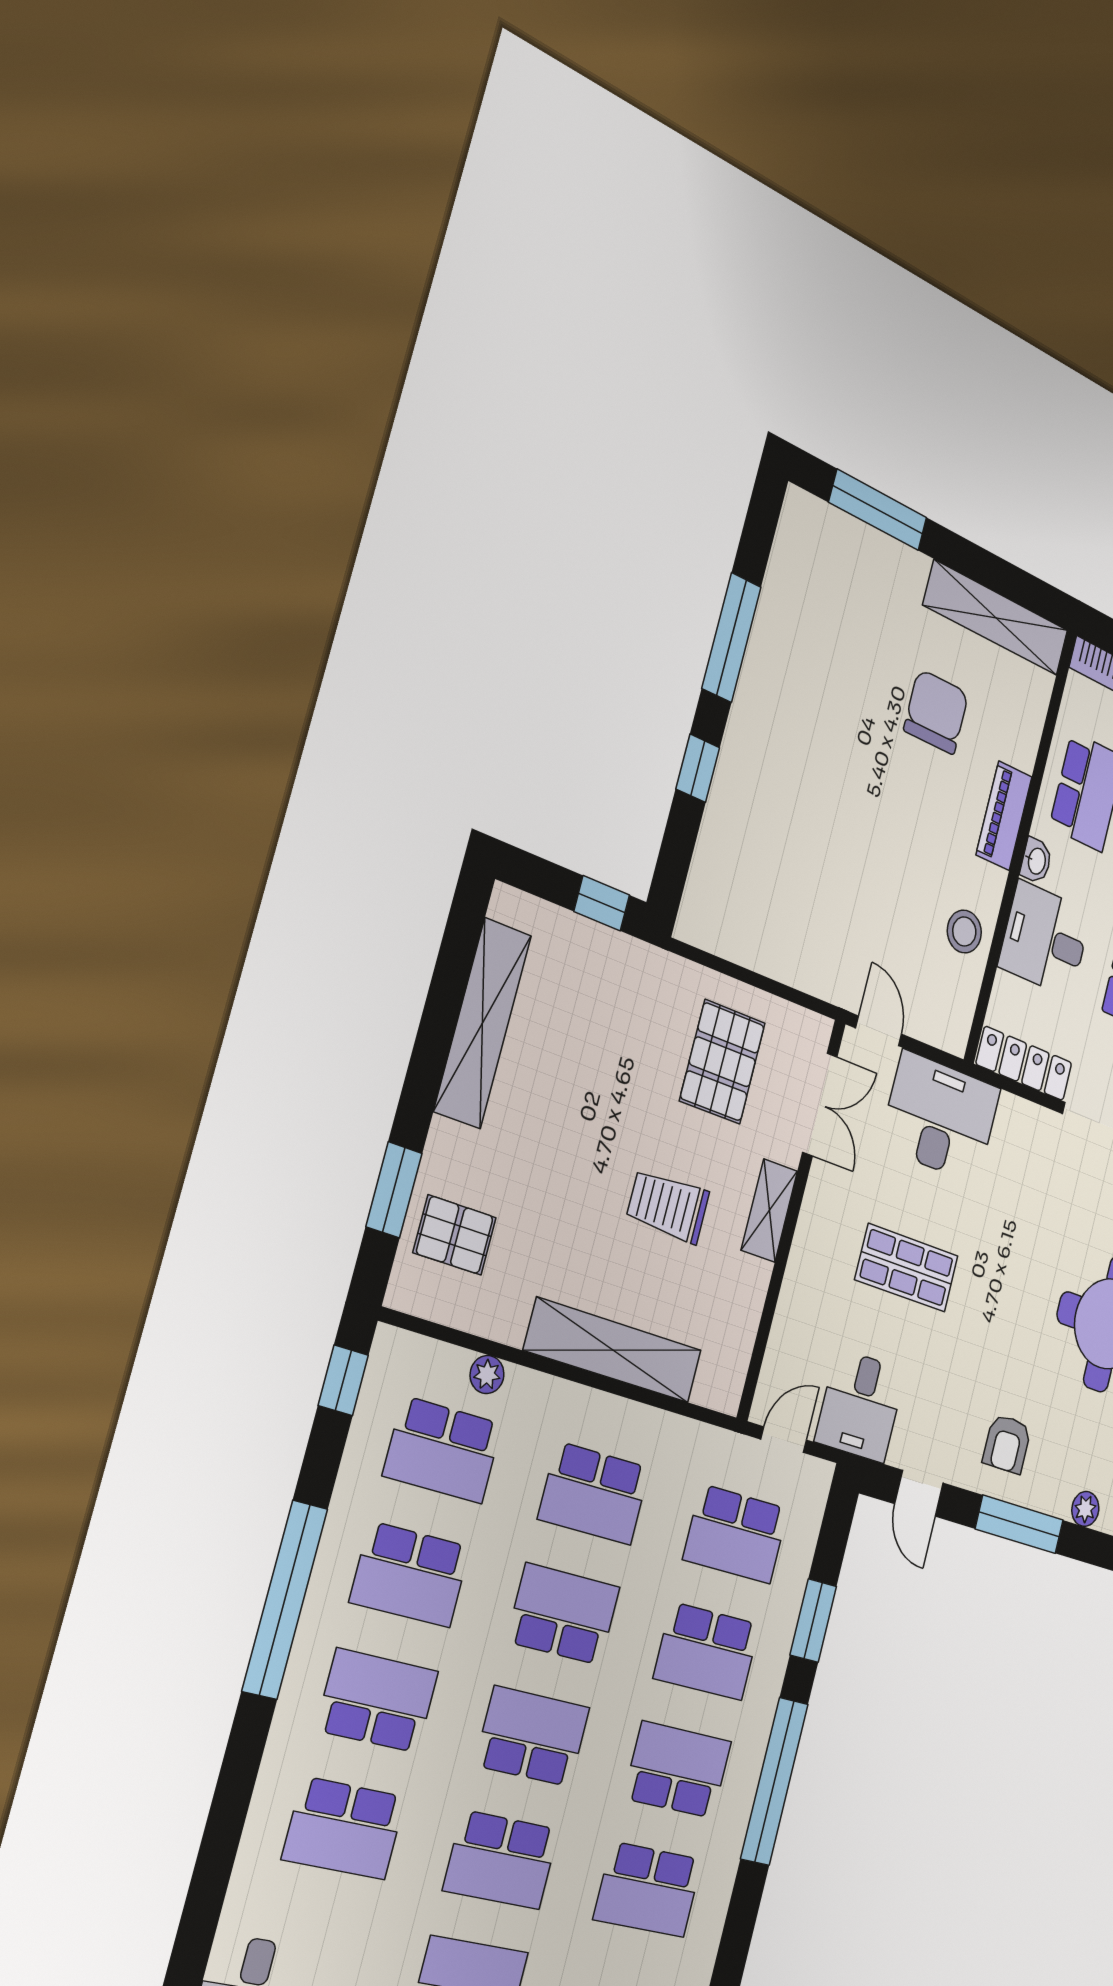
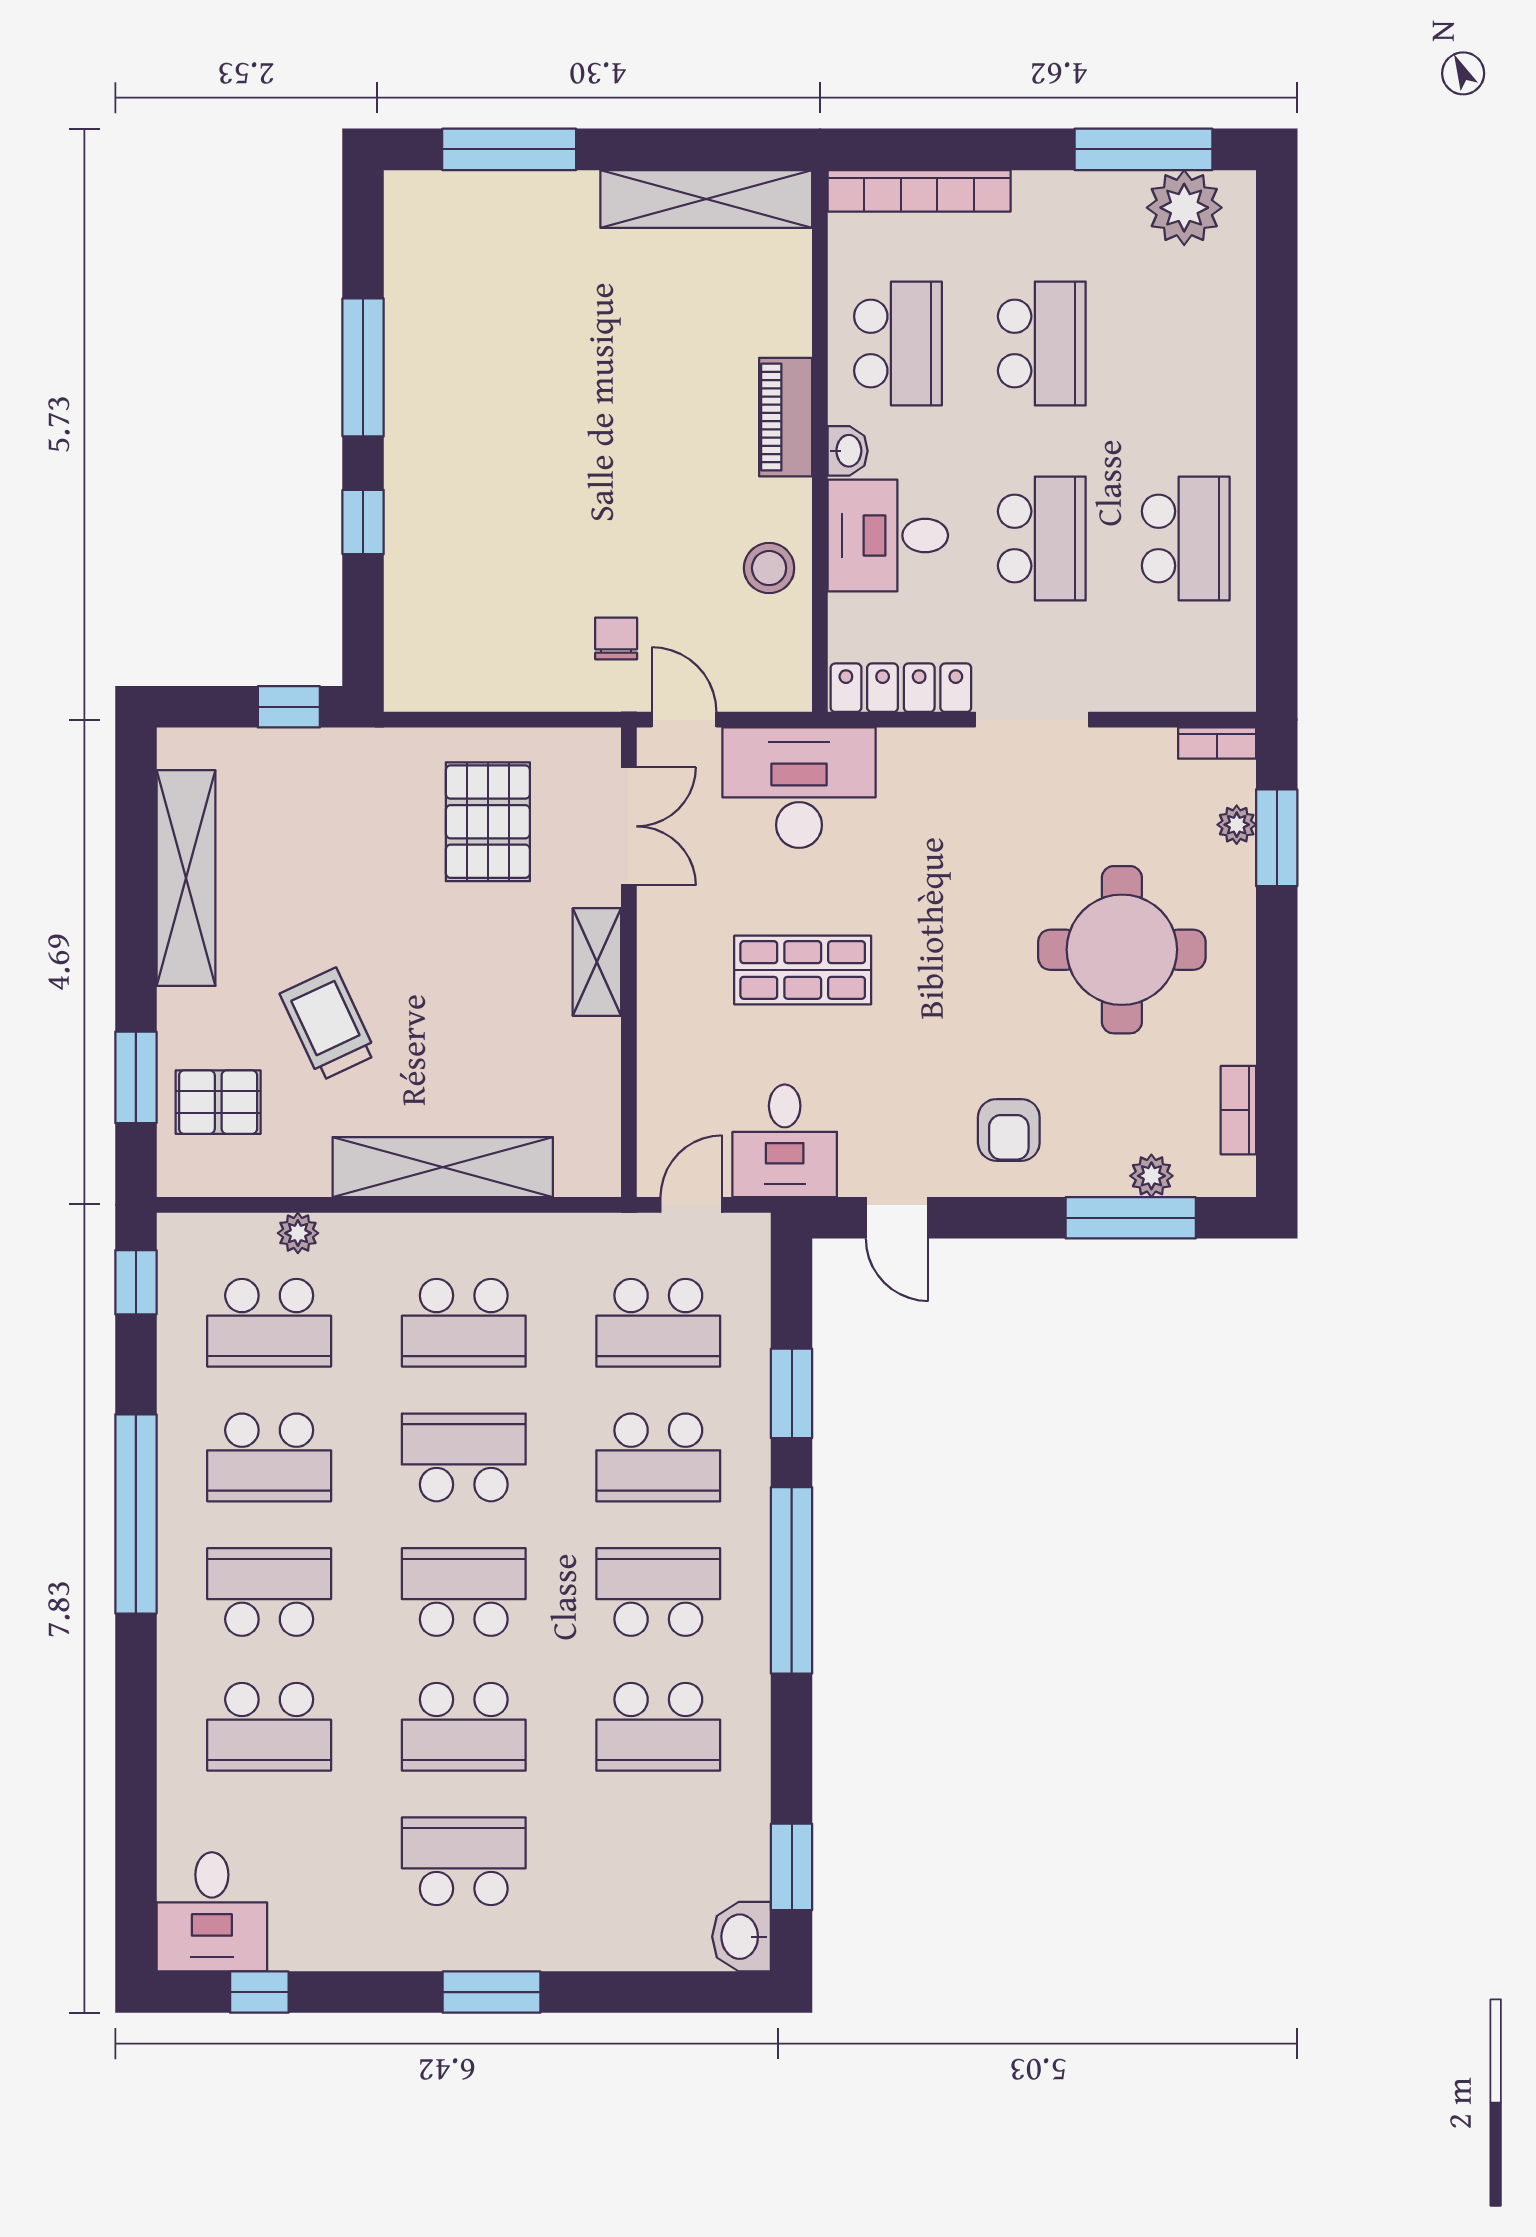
chair: (936, 712) -> (616, 638), moved, width x0.54, depth x0.54
trolley: (668, 1206) -> (328, 1024), moved, turned 65
window: (1019, 1524) -> (1131, 1218), moved

